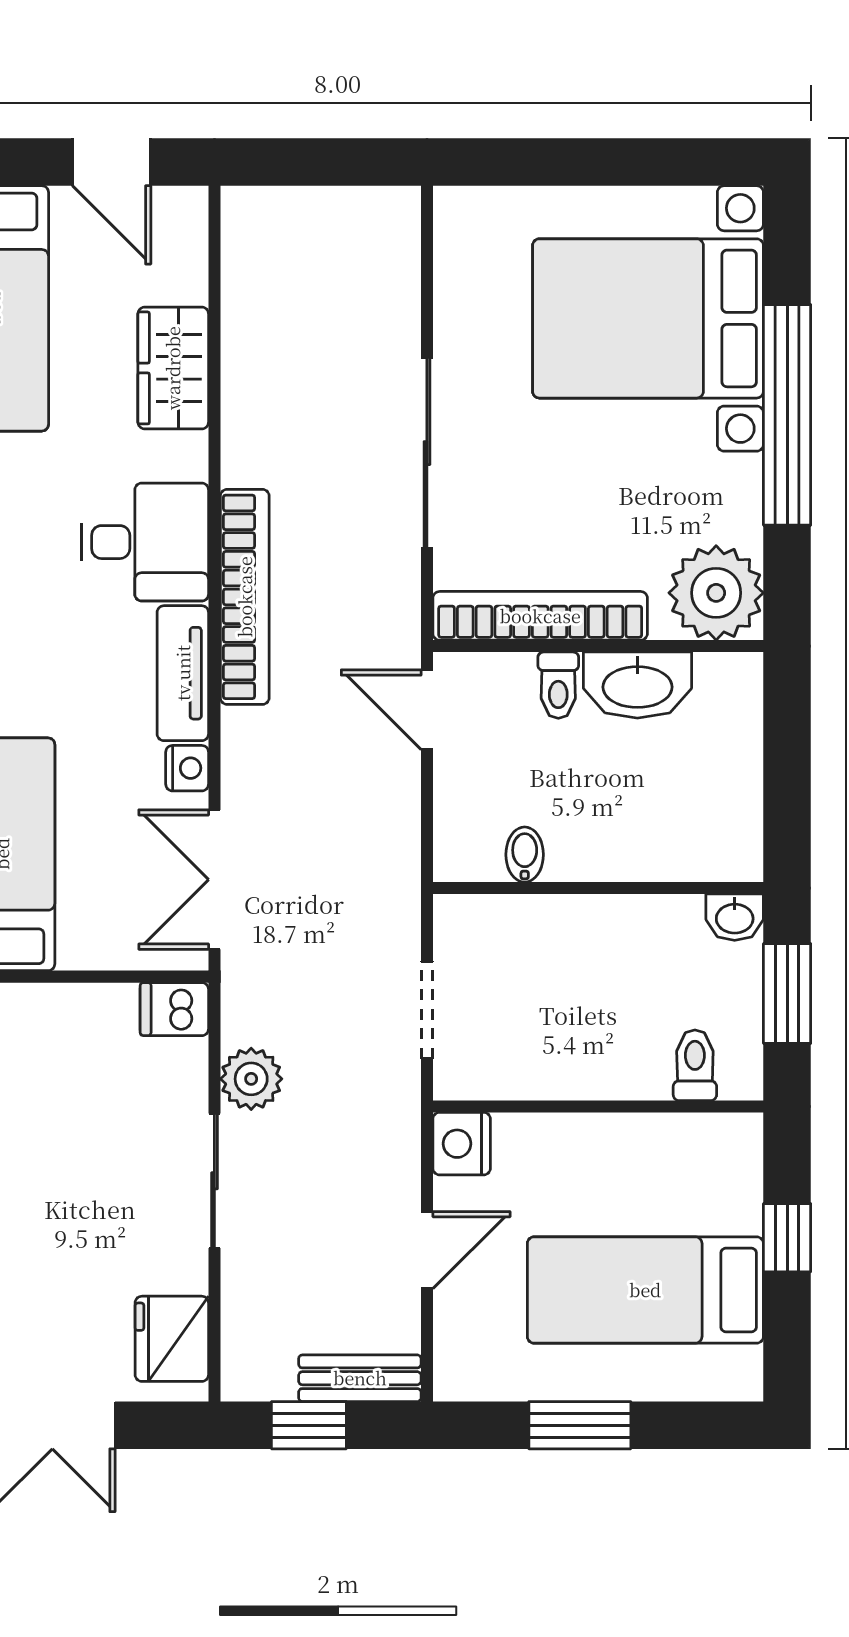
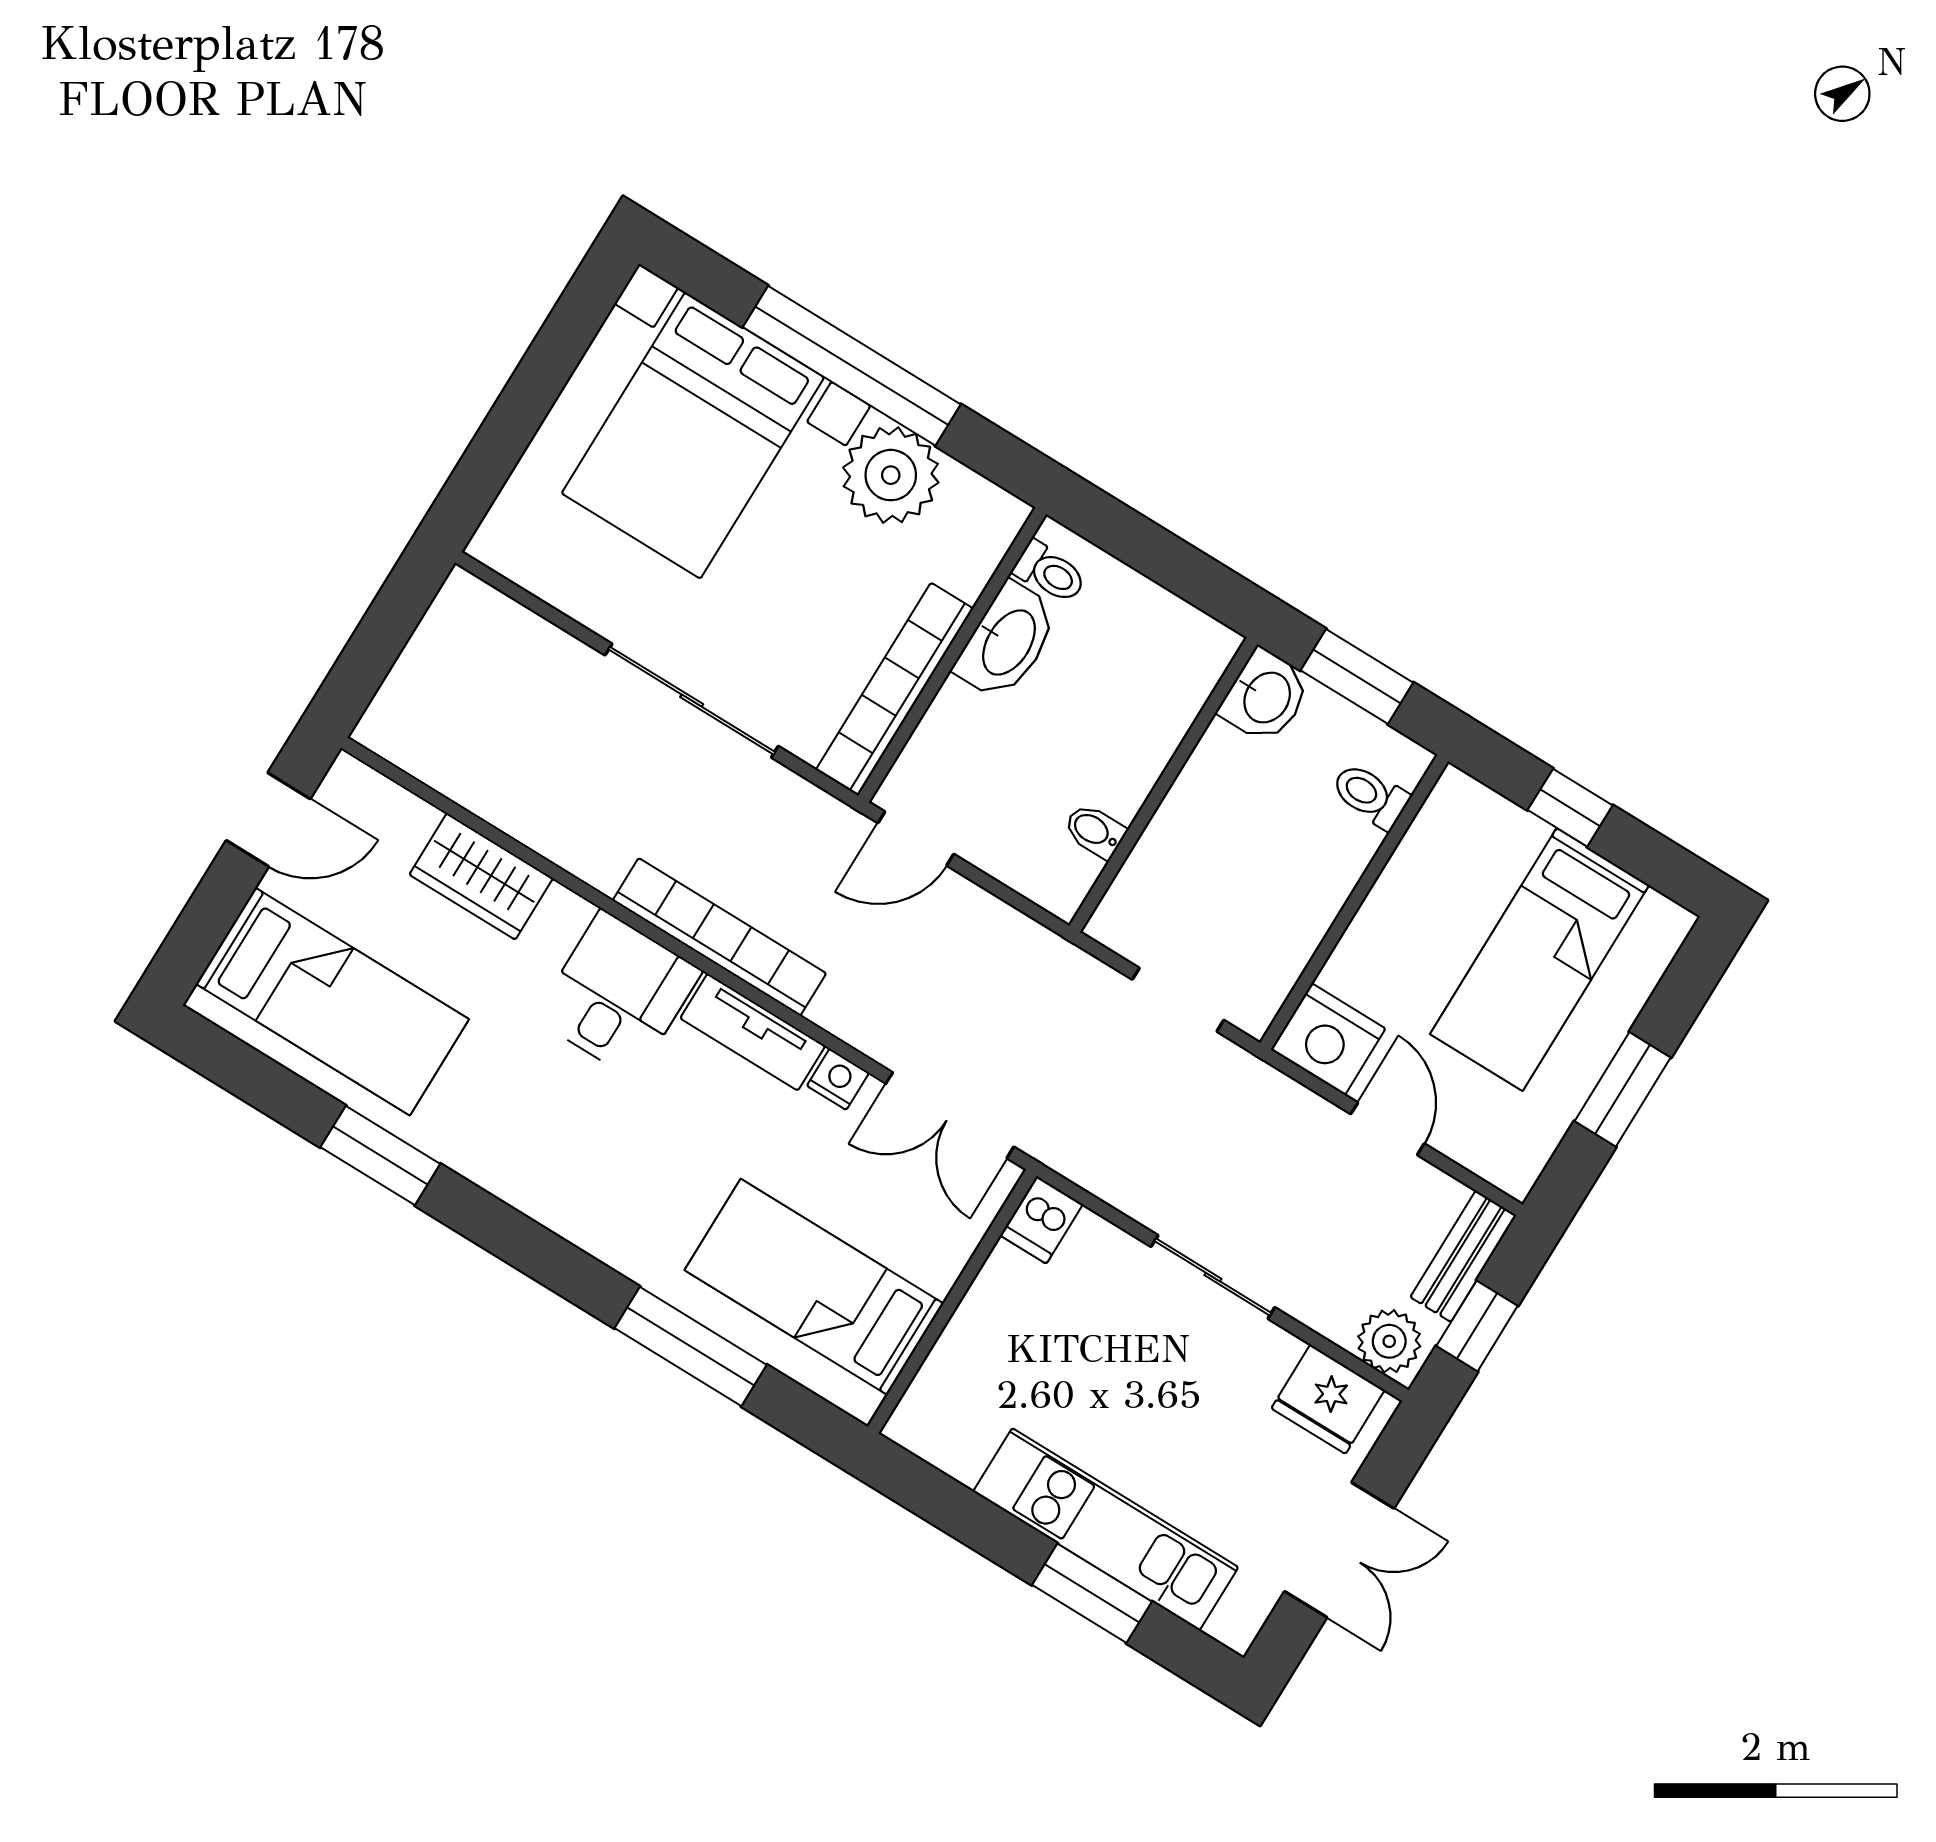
plant: (716, 593) -> (891, 475), moved
toilet: (558, 685) -> (1050, 572), moved
washbasin: (735, 917) -> (1265, 697), width x1.38, depth x1.45
plant: (251, 1079) -> (1389, 1341), moved
nightstand: (462, 1144) -> (1328, 1039), width x1.36, depth x1.33

